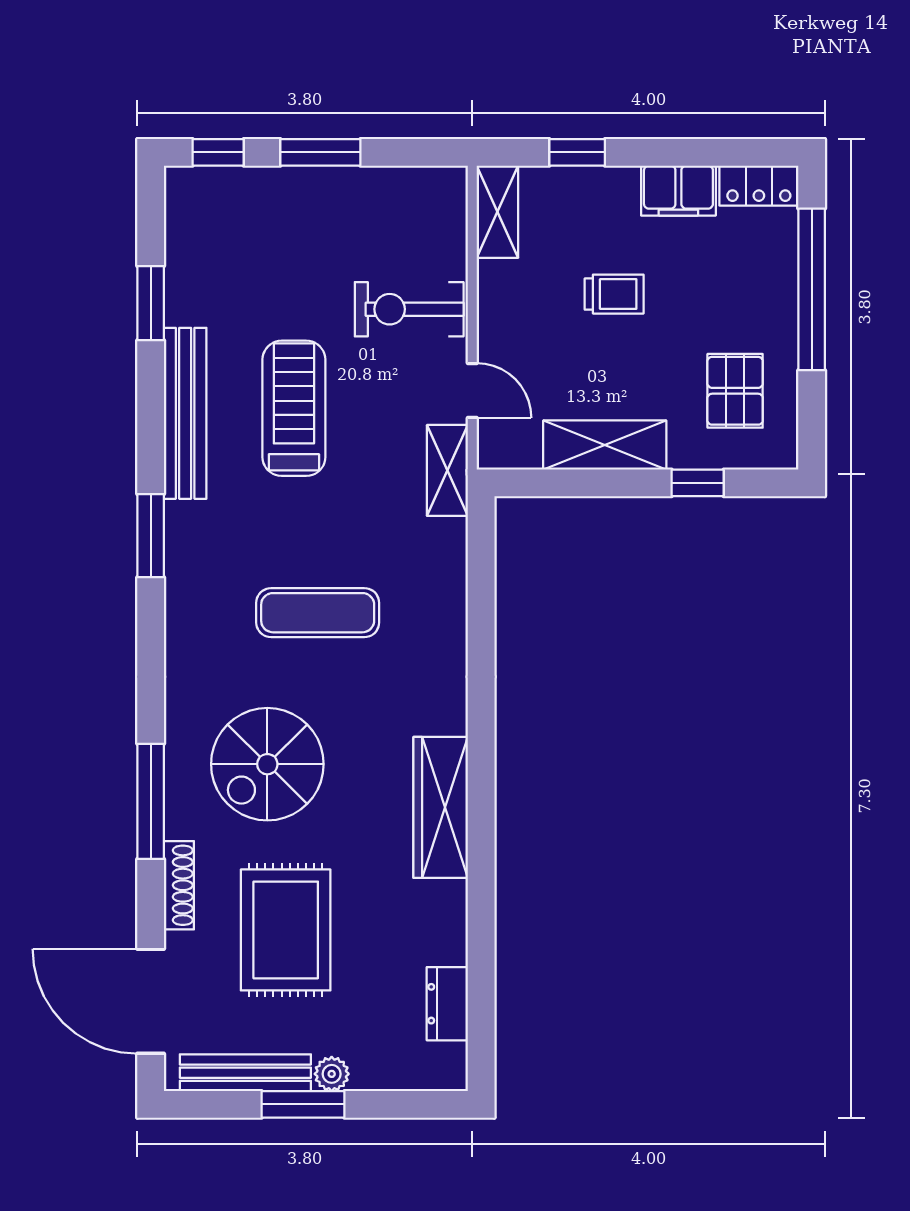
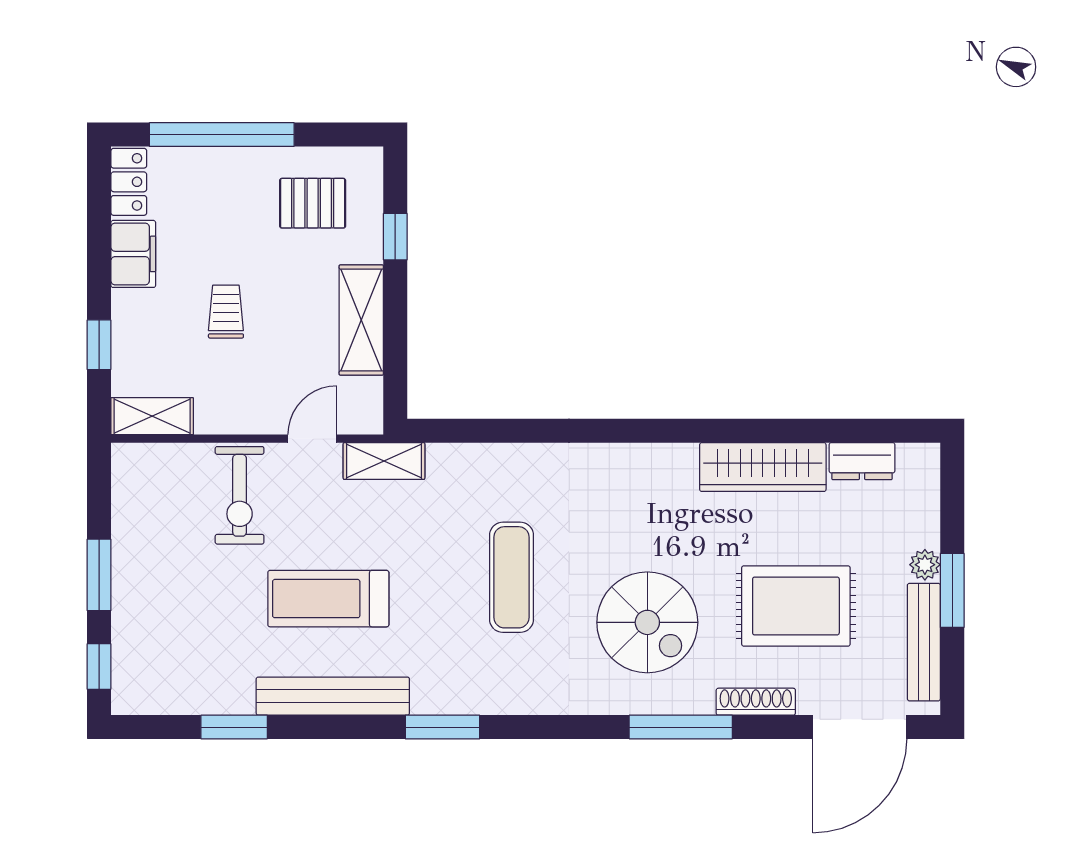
wardrobe: (441, 807) -> (763, 467), moved

